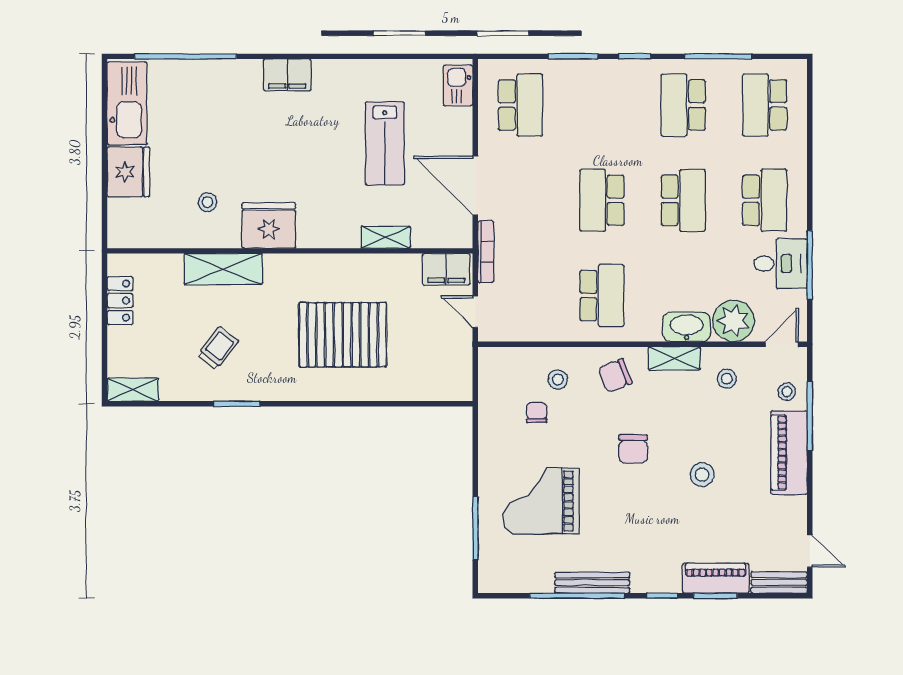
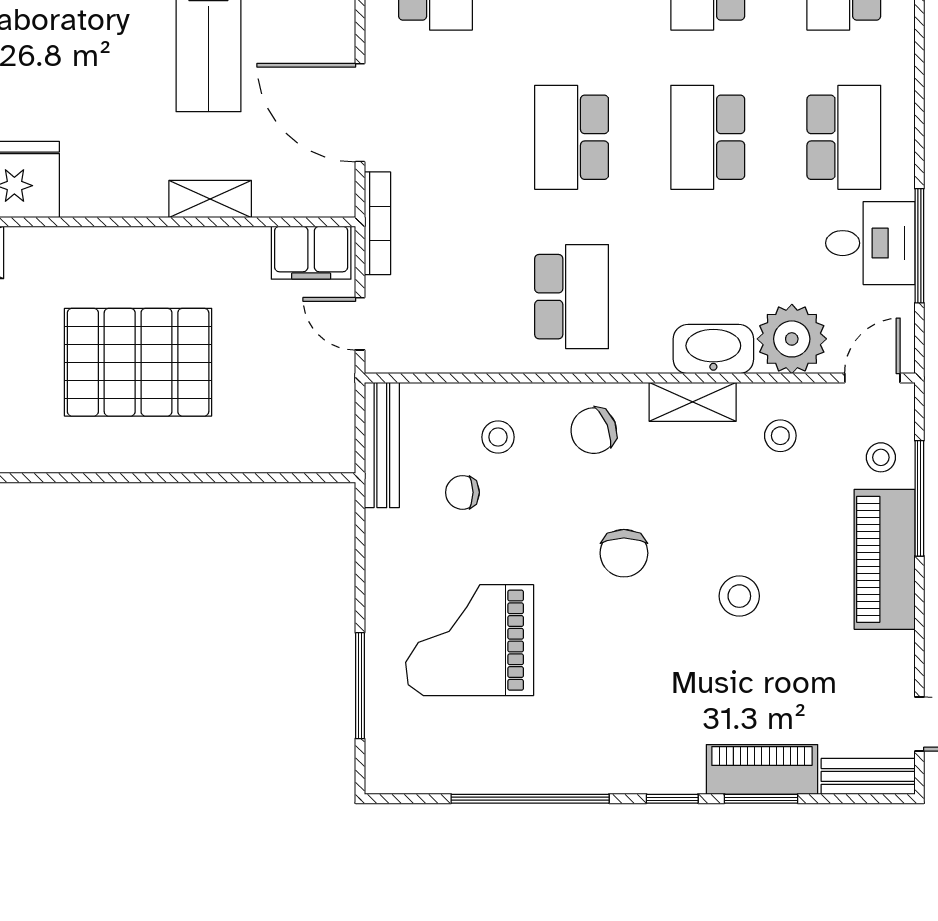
school desk: (683, 200) -> (708, 137), turned 180
chair: (537, 413) -> (462, 492), turned -90
bench: (592, 583) -> (382, 445), moved, turned 90

